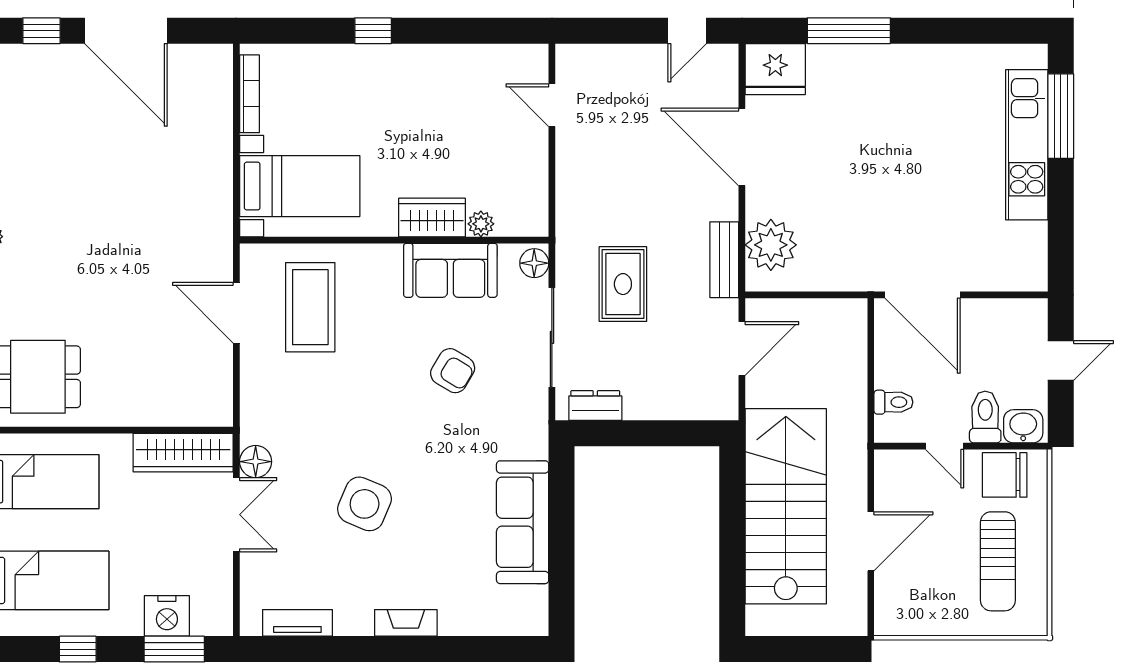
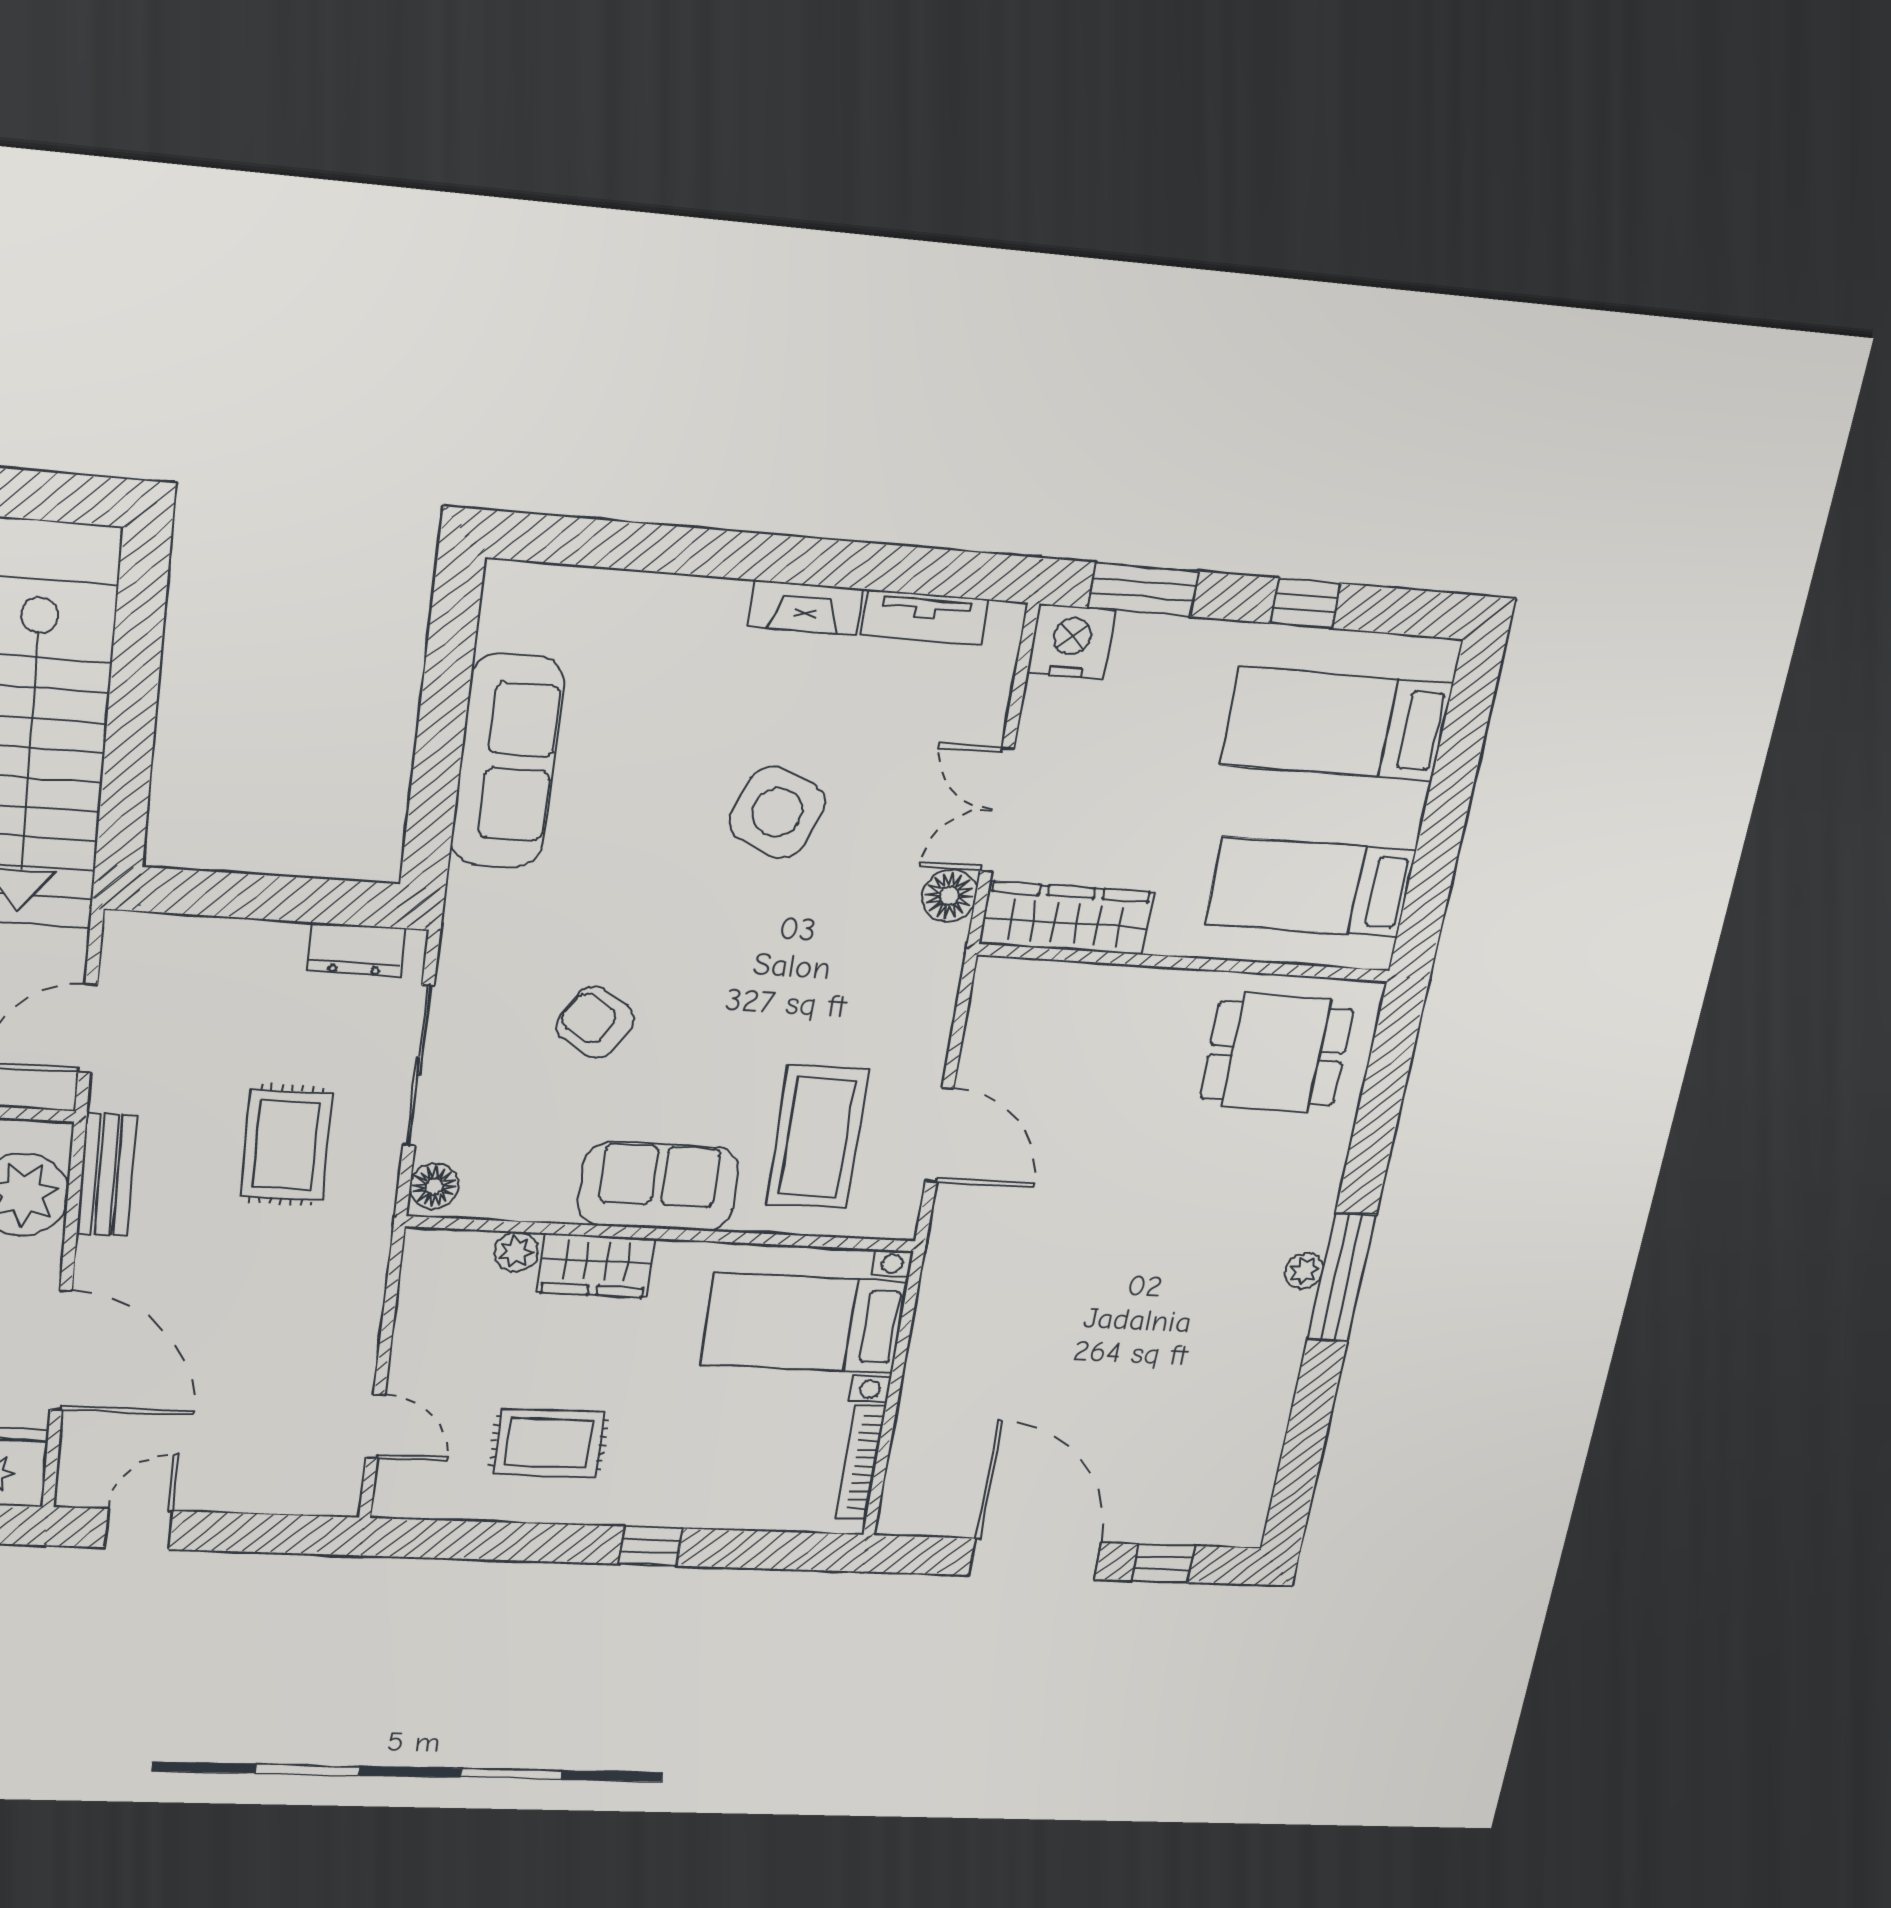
rug: (446, 99) -> (549, 1443), added
sofa: (450, 270) -> (658, 1186), moved
nightstand: (167, 616) -> (1071, 642), moved
fireplace: (406, 623) -> (806, 608), moved

